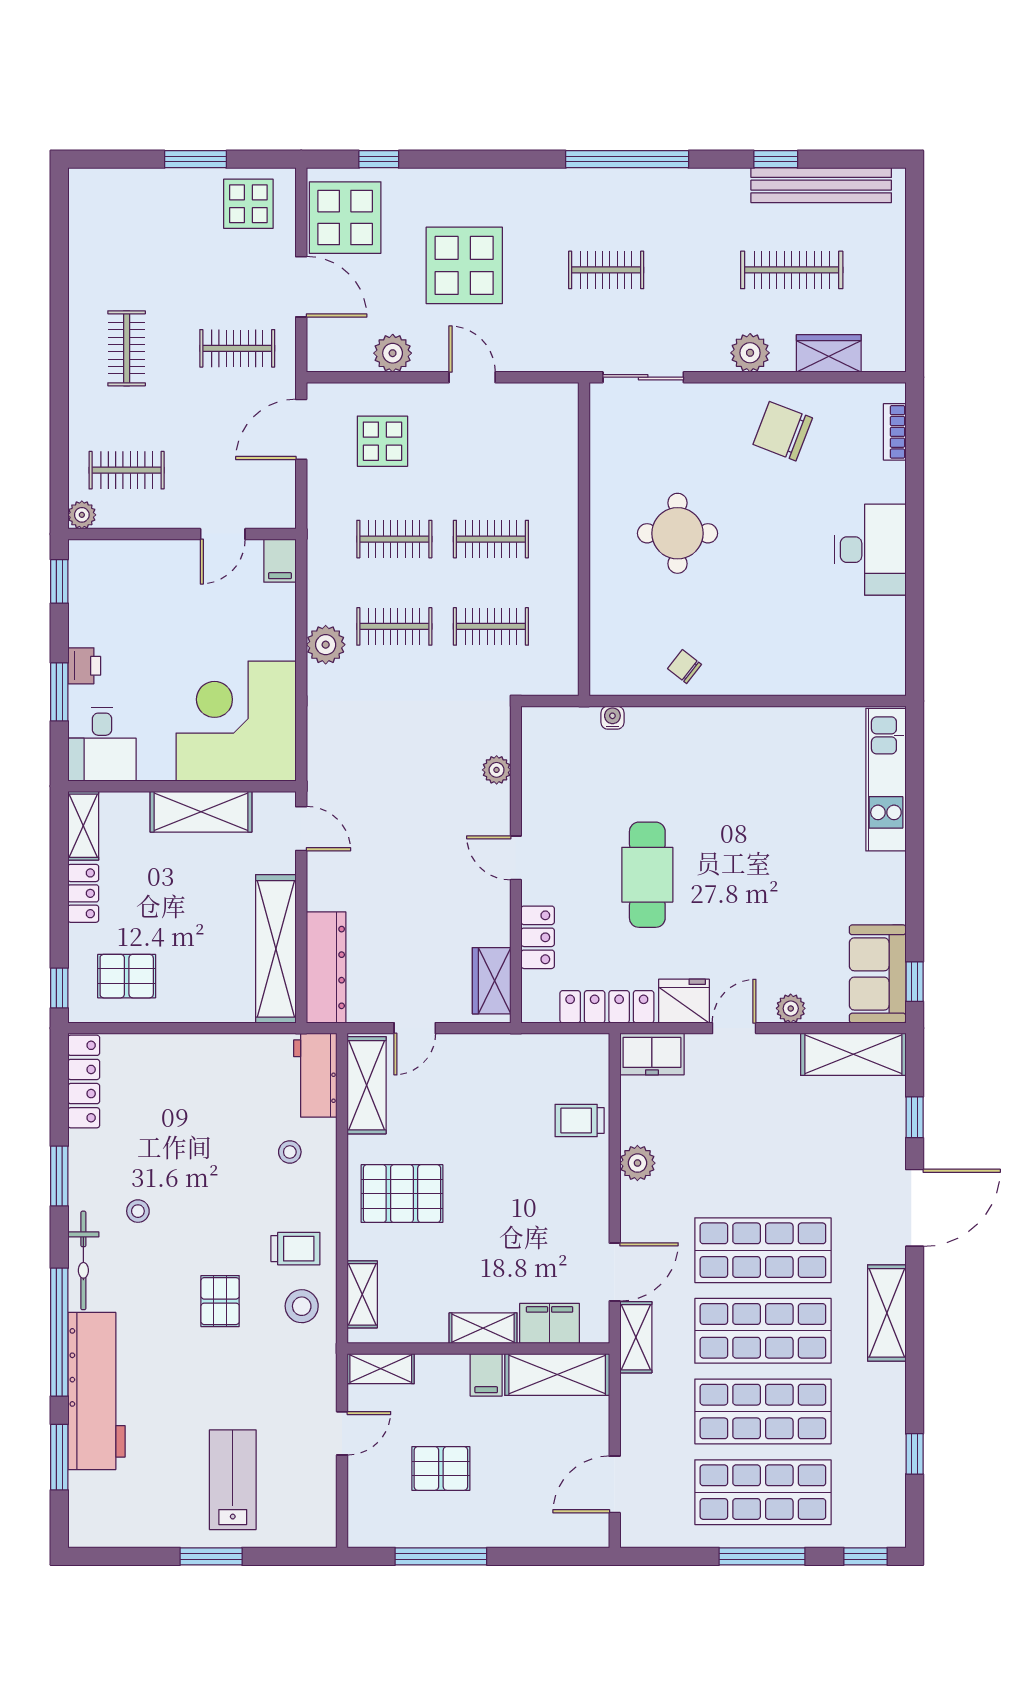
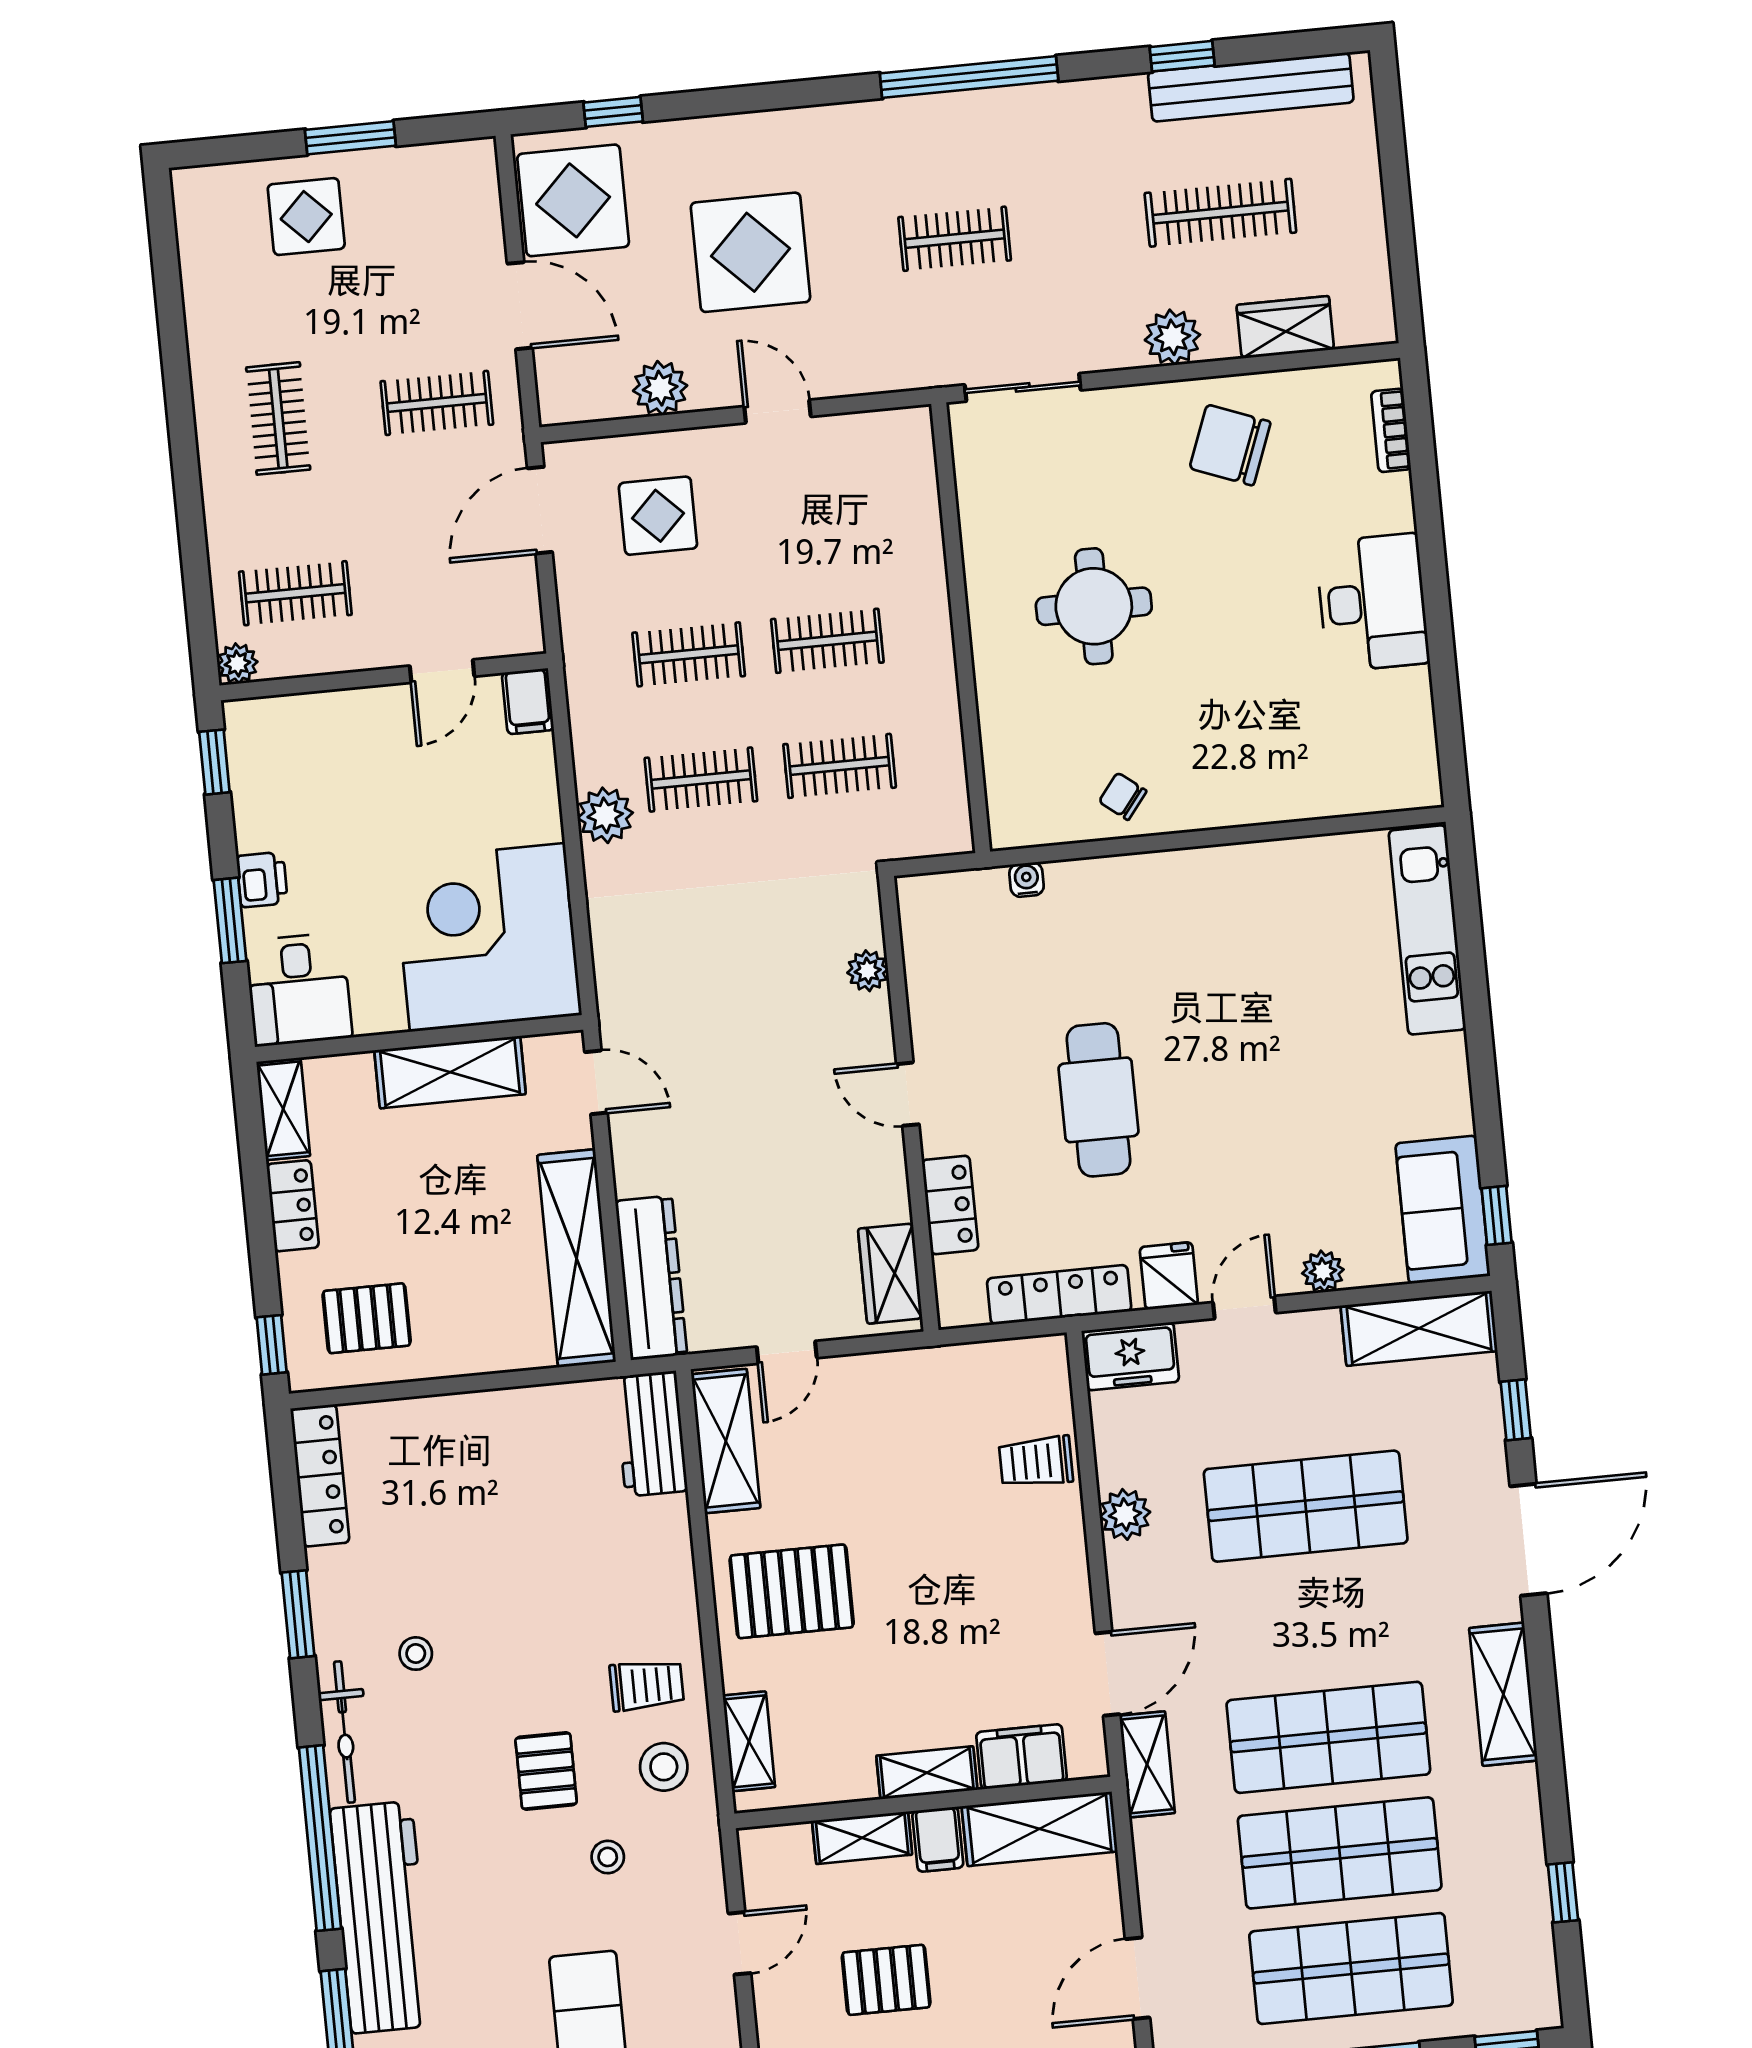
display table: (248, 204) -> (306, 217), moved
fridge: (684, 1001) -> (1169, 1276), width x0.72
stool: (290, 1152) -> (608, 1857), moved
shop shelf: (763, 1250) -> (1306, 1506), moved
shelving: (381, 1369) -> (862, 1838), moved

